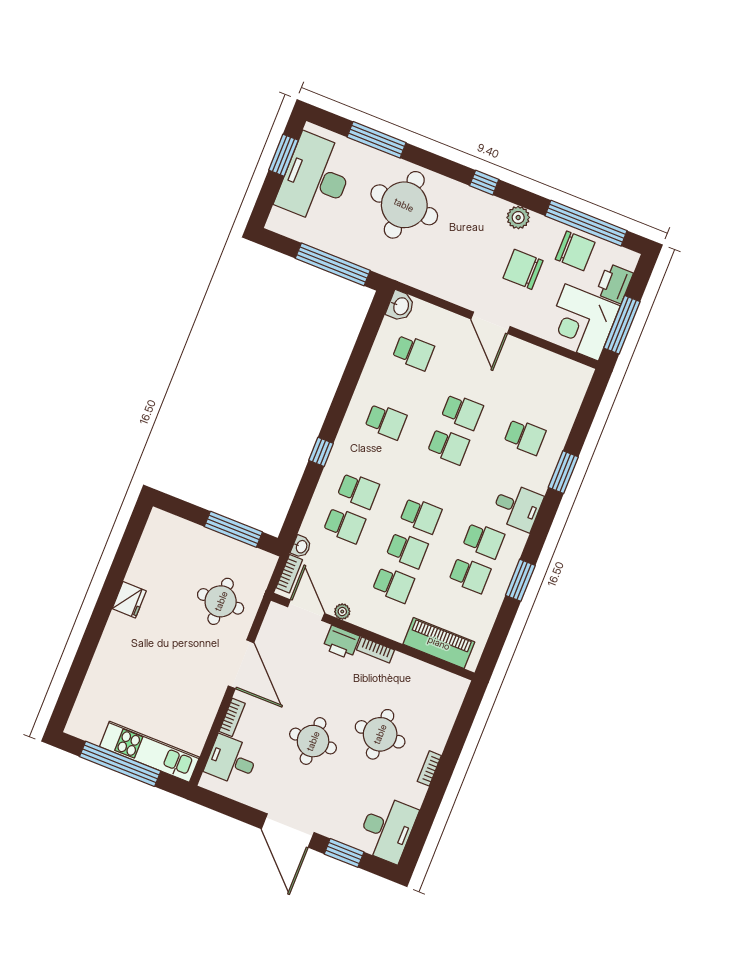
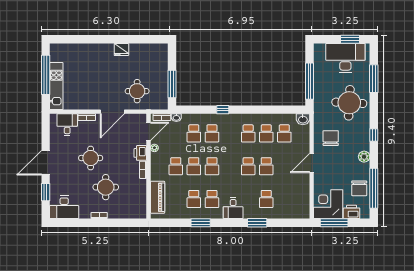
chair: (523, 269) -> (331, 138), moved
school desk: (400, 387) -> (266, 133), added

